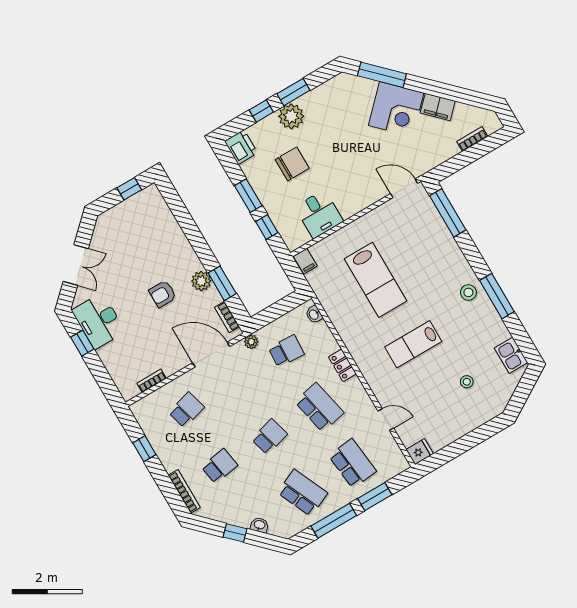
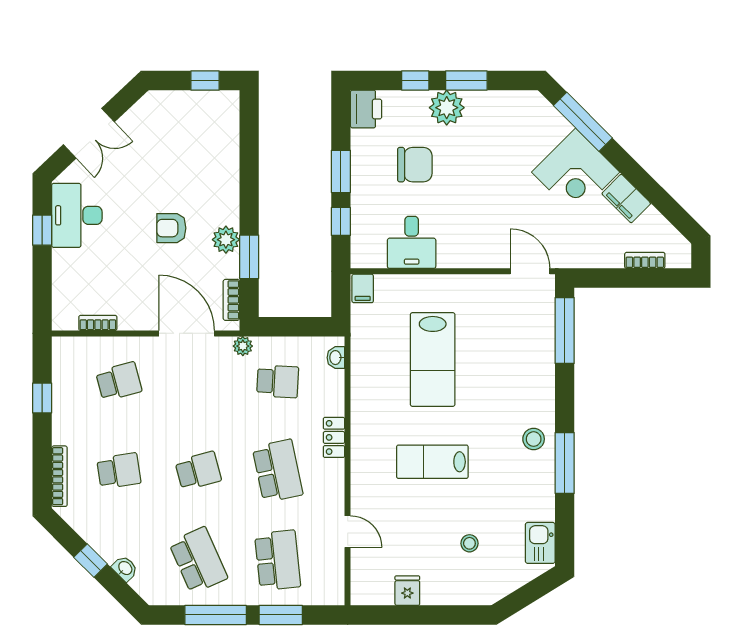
fridge: (420, 452) -> (407, 591), moved, turned -90

